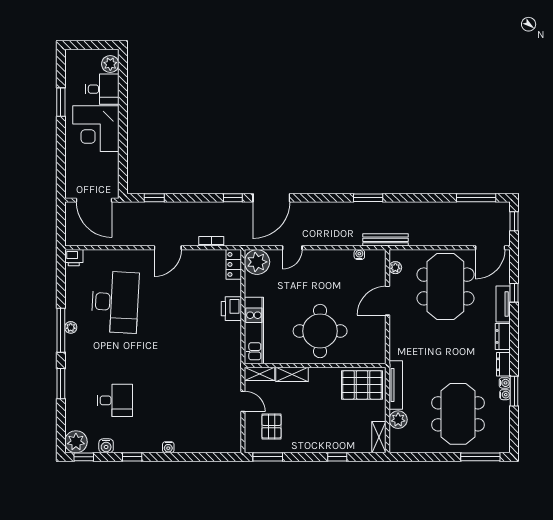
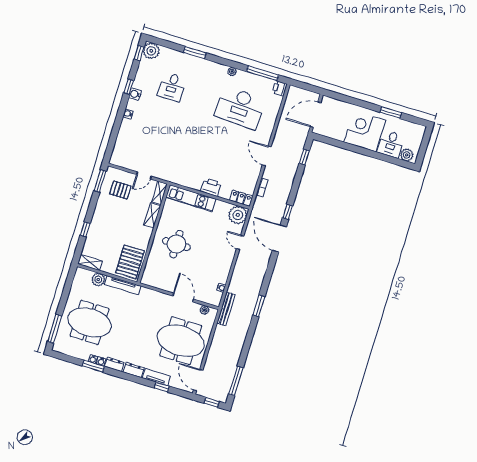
window: (61, 330) -> (262, 73), moved
round table: (320, 331) -> (176, 244), width x0.73, depth x0.73
water cooler: (106, 446) -> (135, 94), moved

